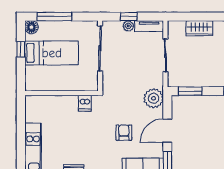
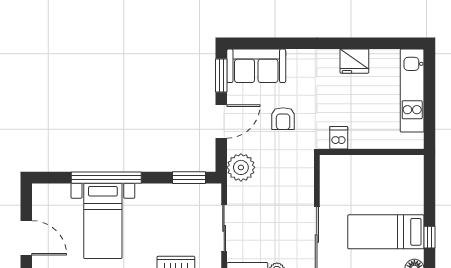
wall: (61, 93) -> (372, 152), moved
dishwasher: (85, 103) -> (339, 138), moved

